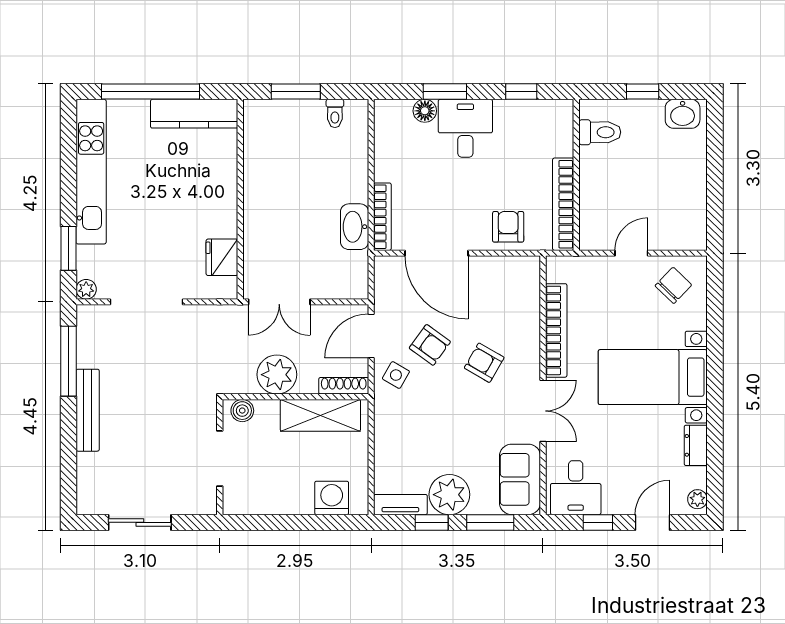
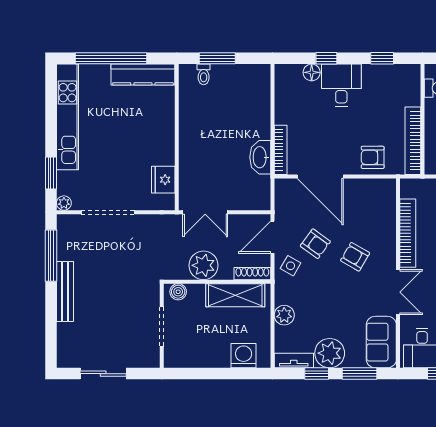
window: (445, 92) -> (326, 58), width x0.67
toilet: (335, 113) -> (204, 74), moved
armchair: (508, 227) -> (373, 157), turned -90
plant: (387, 443) -> (284, 315), added

